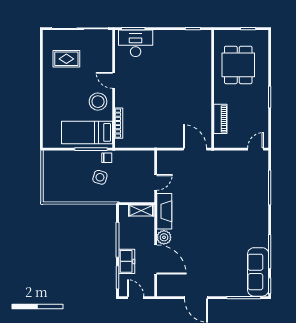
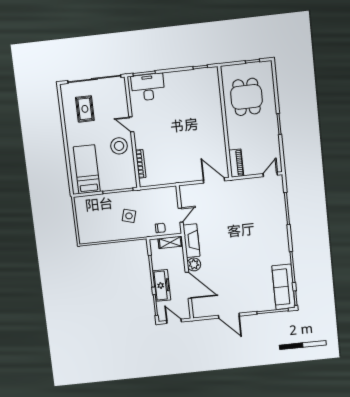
rug: (66, 59) -> (85, 109), turned 90
piano: (220, 119) -> (236, 163), moved
bed: (87, 132) -> (87, 169), moved, turned 90
chair: (107, 158) -> (160, 228), moved
freezer: (127, 261) -> (162, 285), width x1.40

